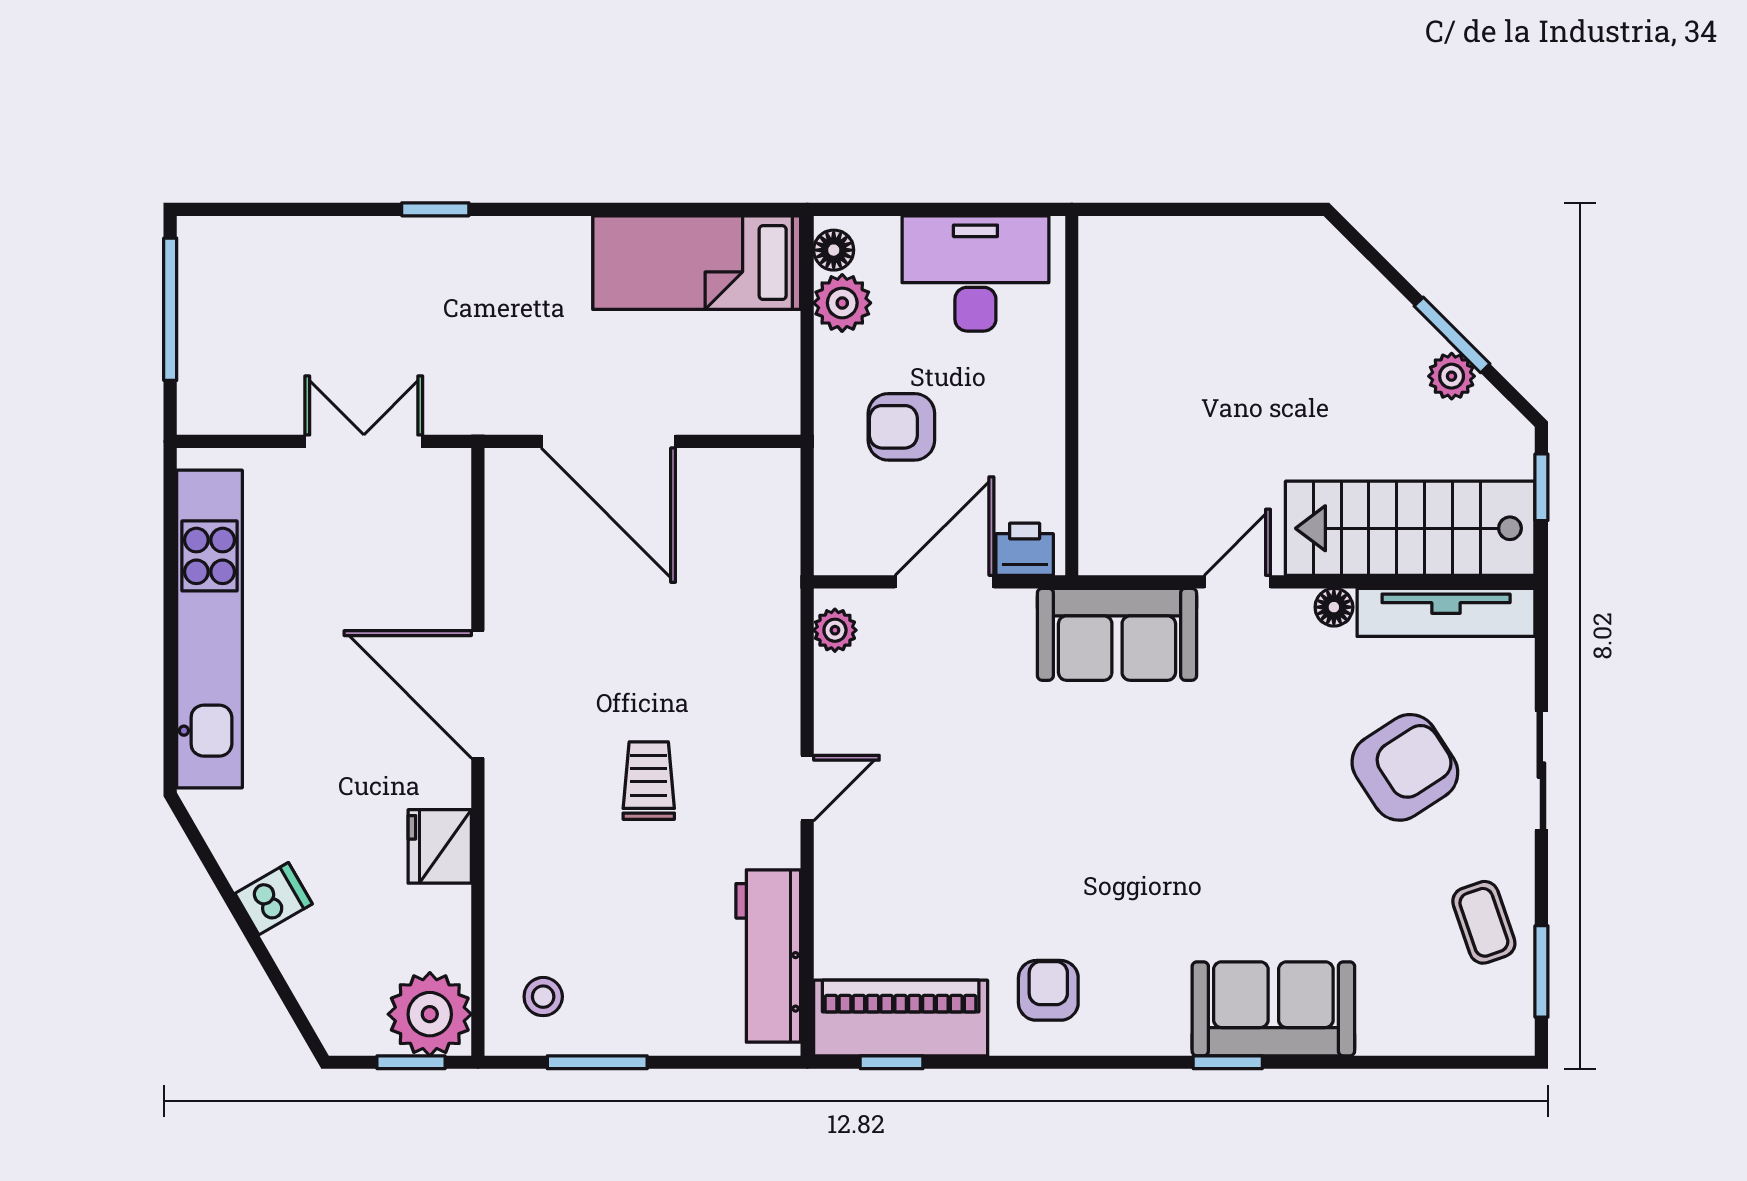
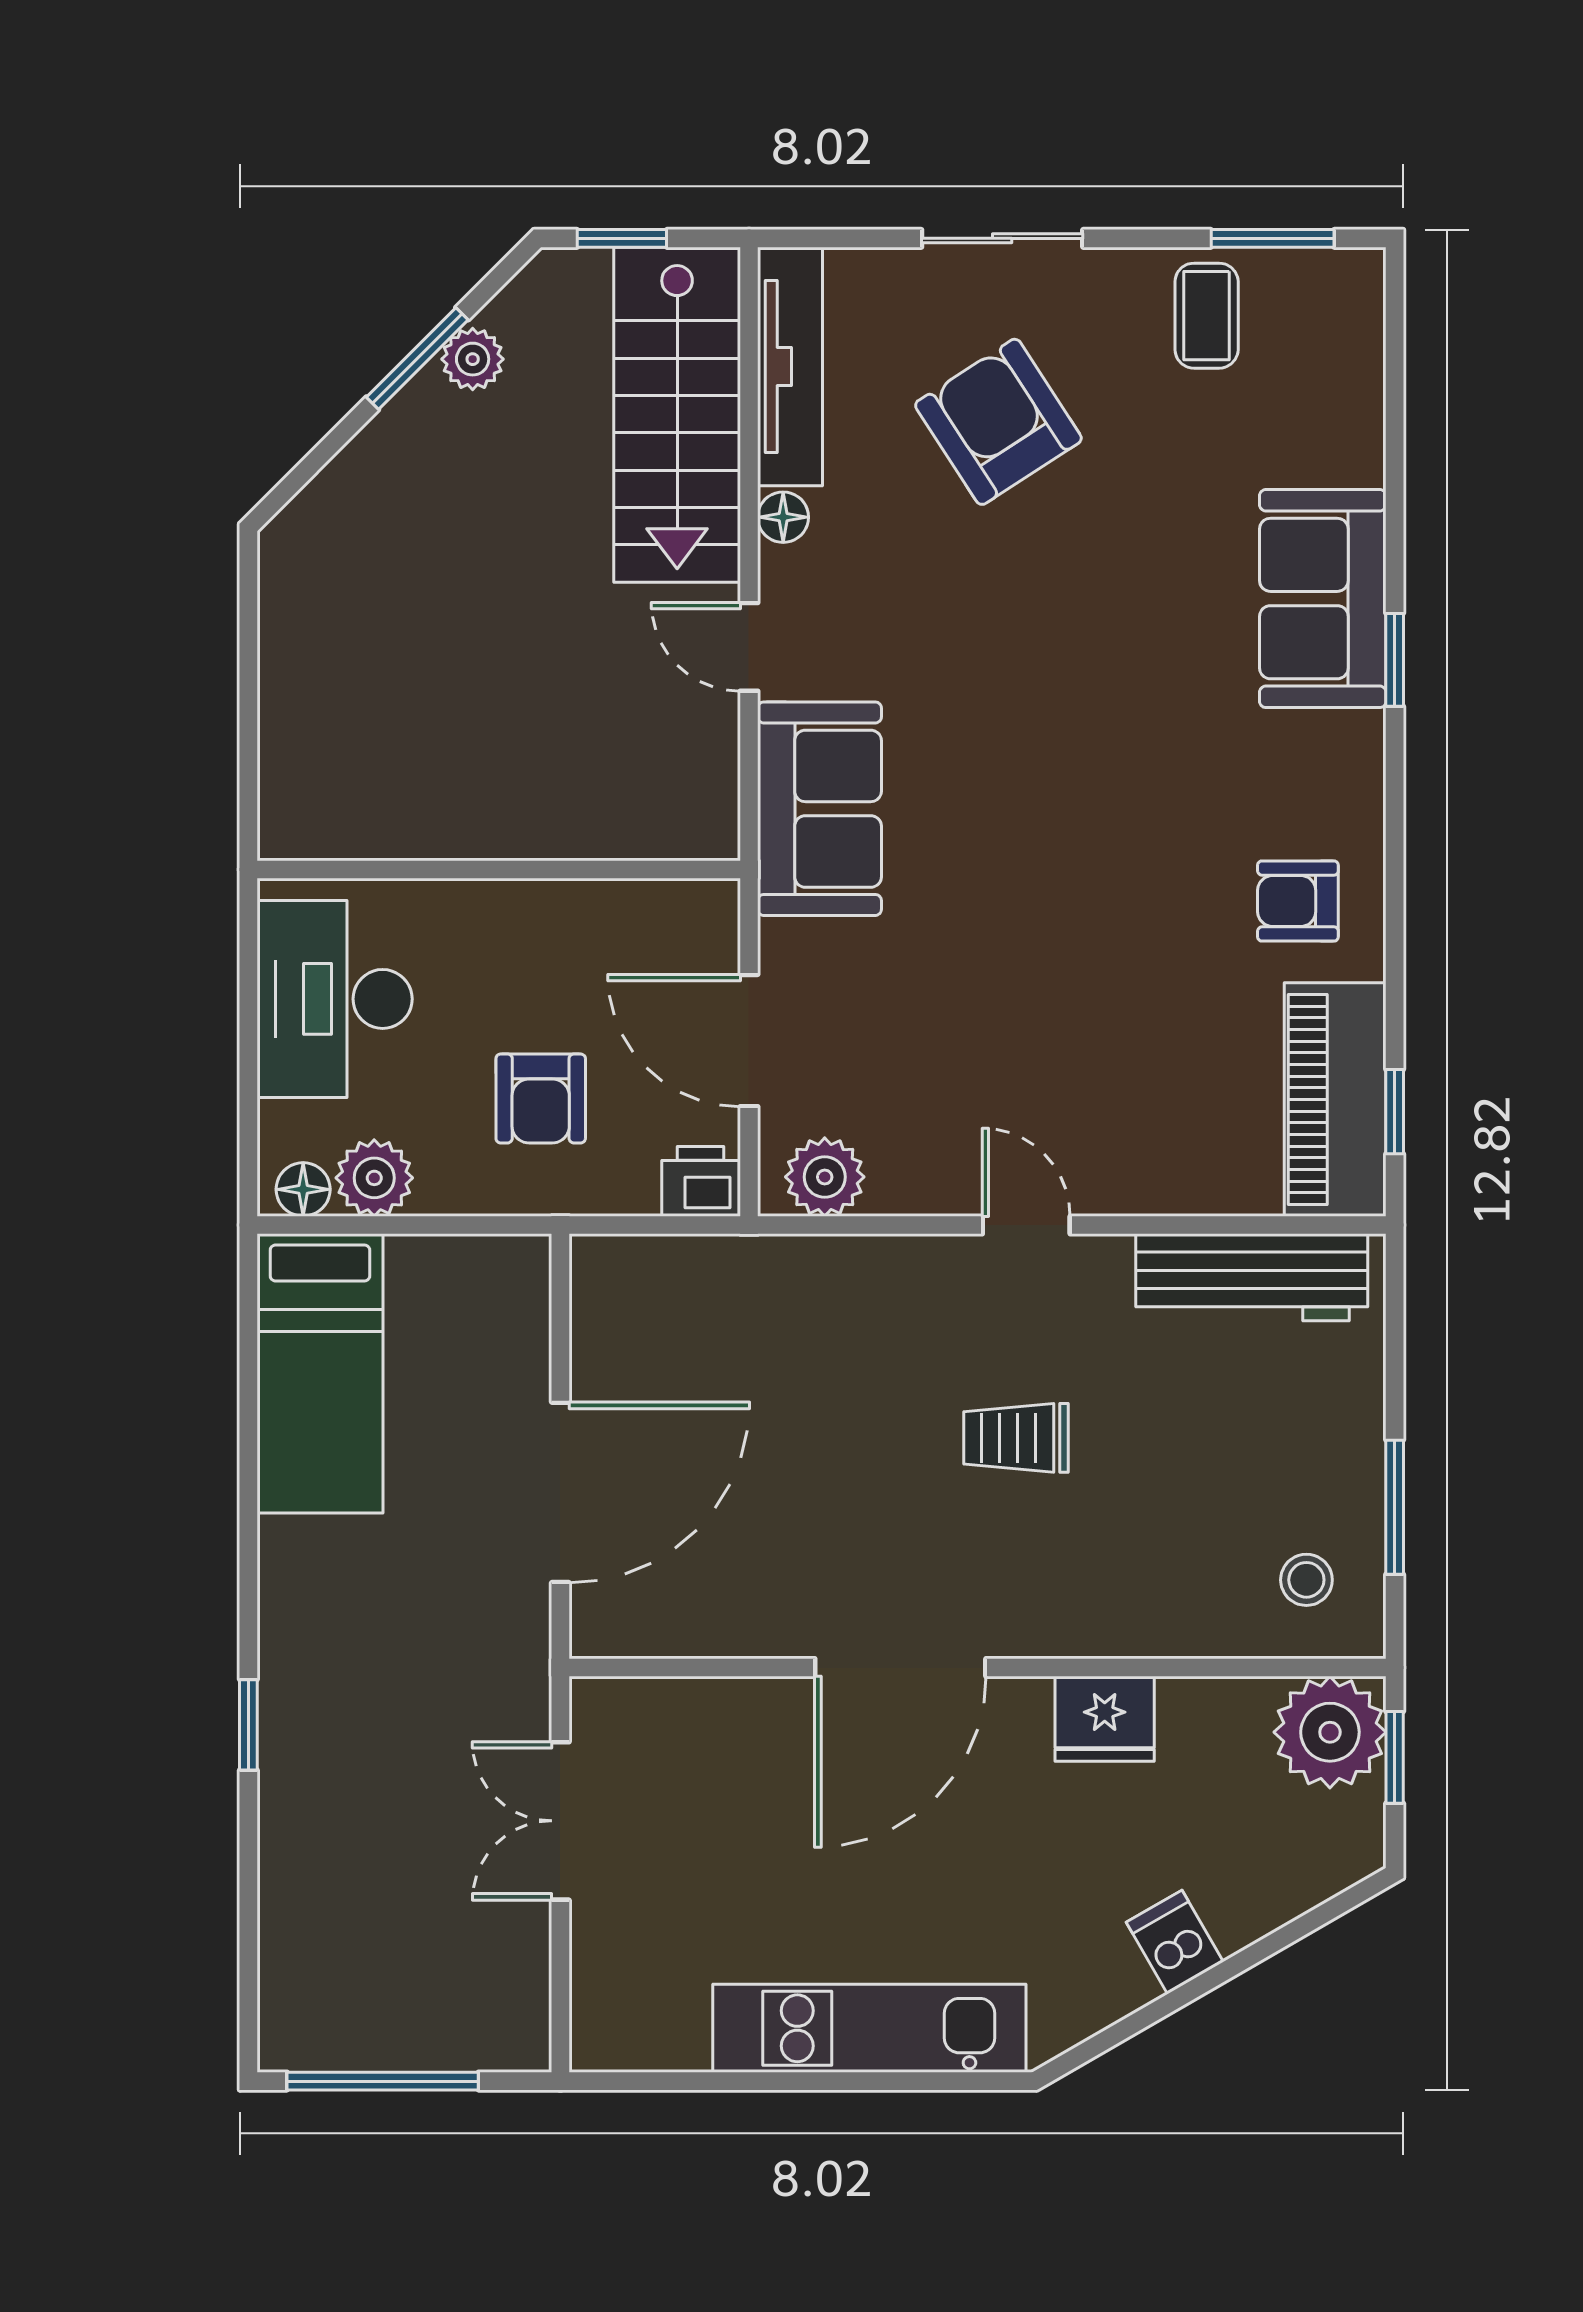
printer: (1025, 549) -> (700, 1181), moved, turned 90
kitchen unit: (209, 629) -> (869, 2028), width x0.73
plant: (835, 630) -> (825, 1177), width x1.38, depth x1.38
coffee table: (1484, 922) -> (1207, 316), turned -71

